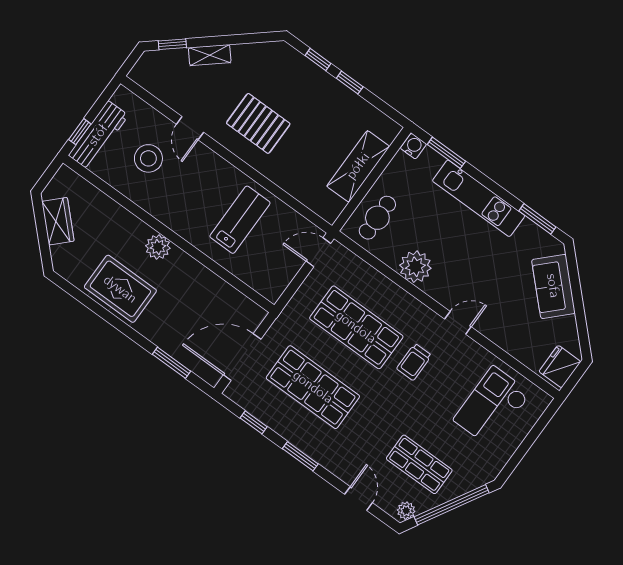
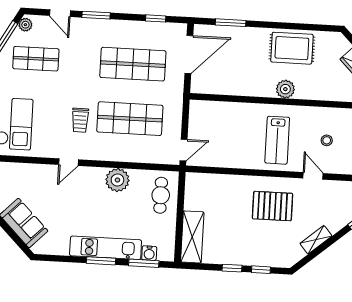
shelving: (210, 55) -> (316, 240), moved
water cooler: (413, 146) -> (149, 253), moved
stool: (148, 158) -> (327, 140), width x0.53, depth x0.53
shelving: (358, 166) -> (192, 237), moved
window: (537, 219) -> (101, 261), moved
lab bench: (240, 220) -> (277, 140), moved
trolley: (414, 362) -> (80, 120), turned 180
window: (300, 456) -> (96, 15), moved

